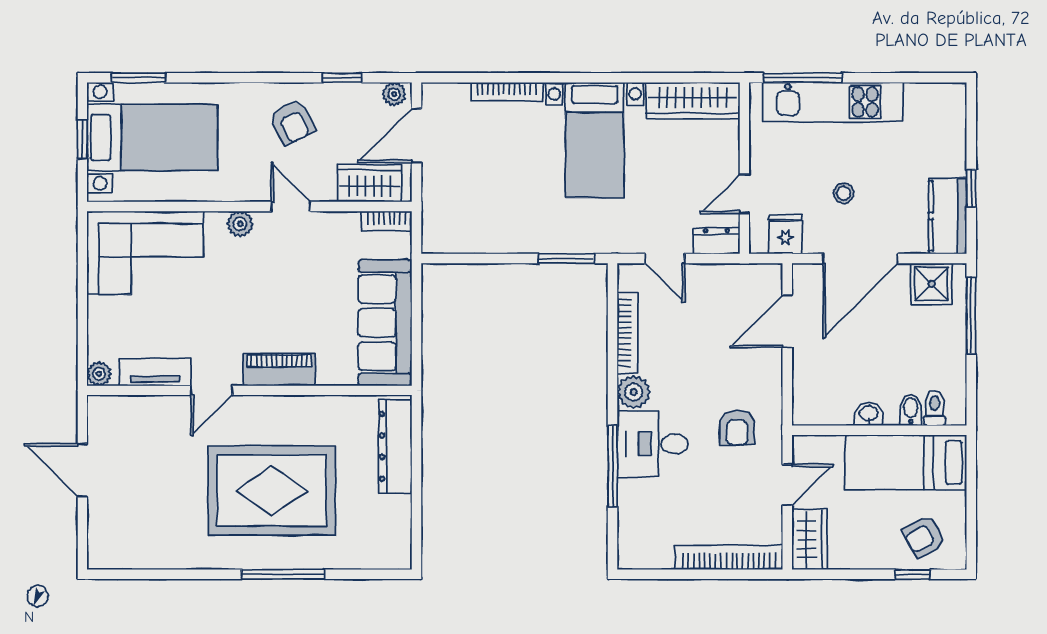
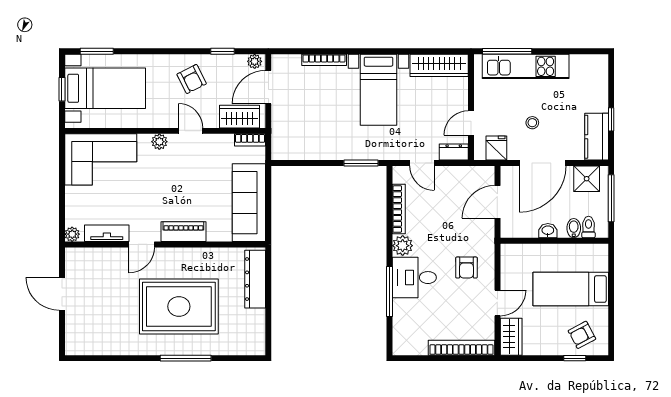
toilet: (935, 408) -> (589, 227), moved
bidet: (911, 410) -> (574, 228), moved
washbasin: (869, 414) -> (548, 231), moved
wall: (879, 430) -> (554, 241), moved

